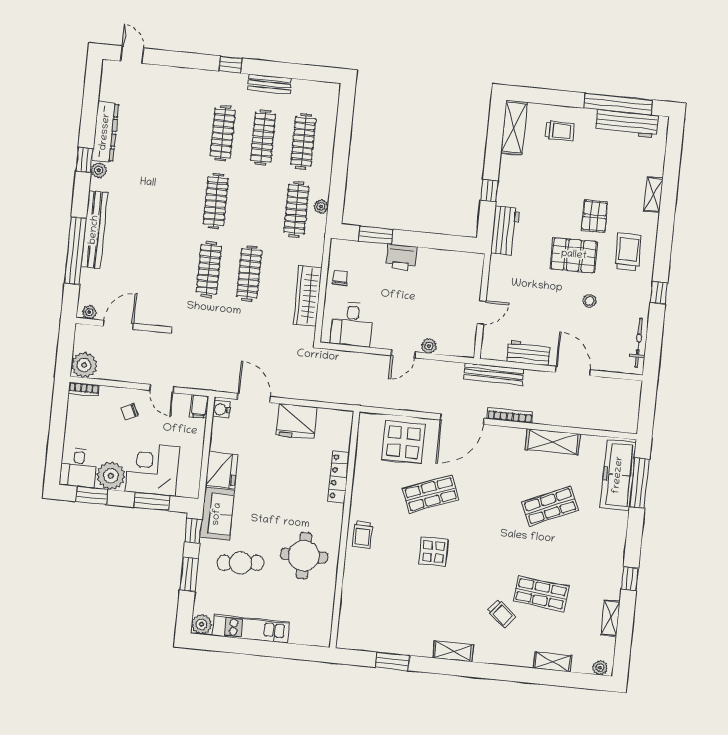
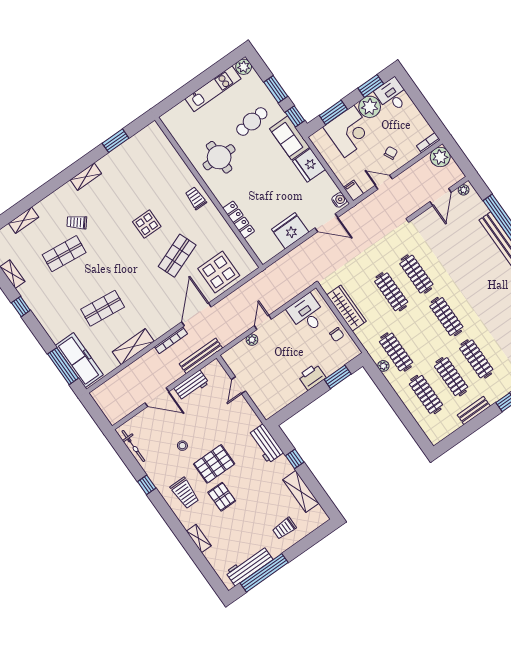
shelving: (514, 128) -> (301, 491), moved
shop shelf: (550, 506) -> (103, 308), turned 30

